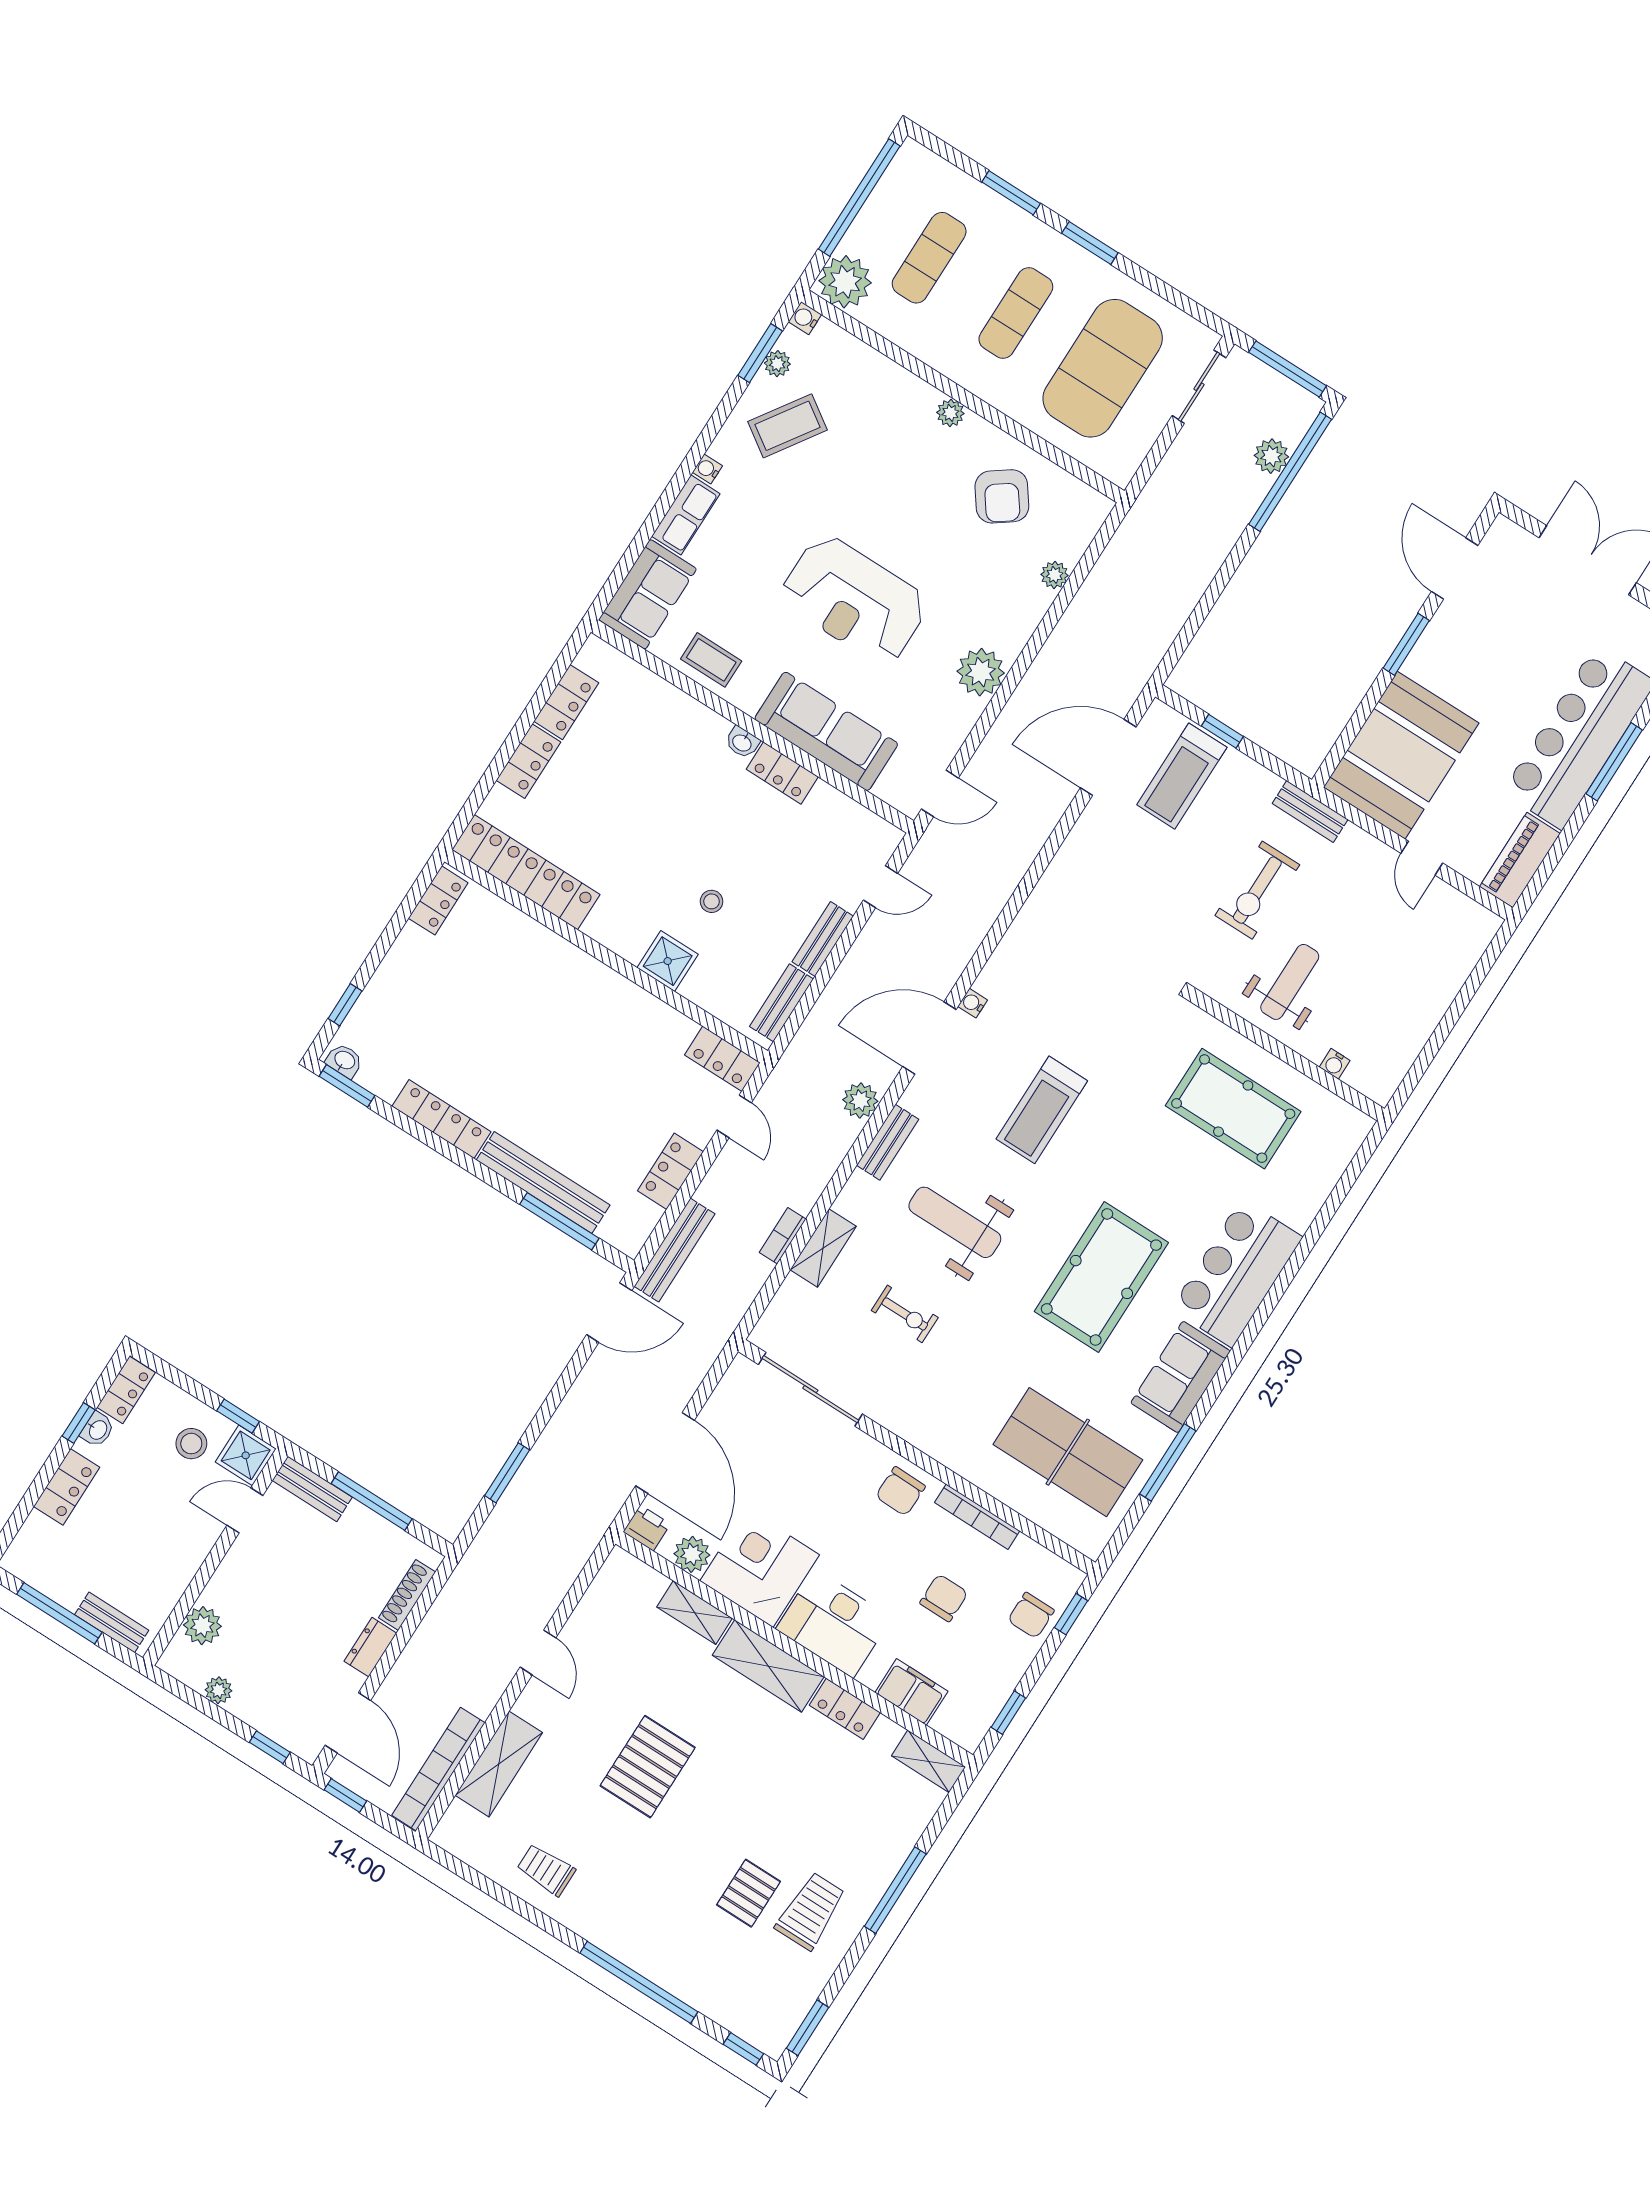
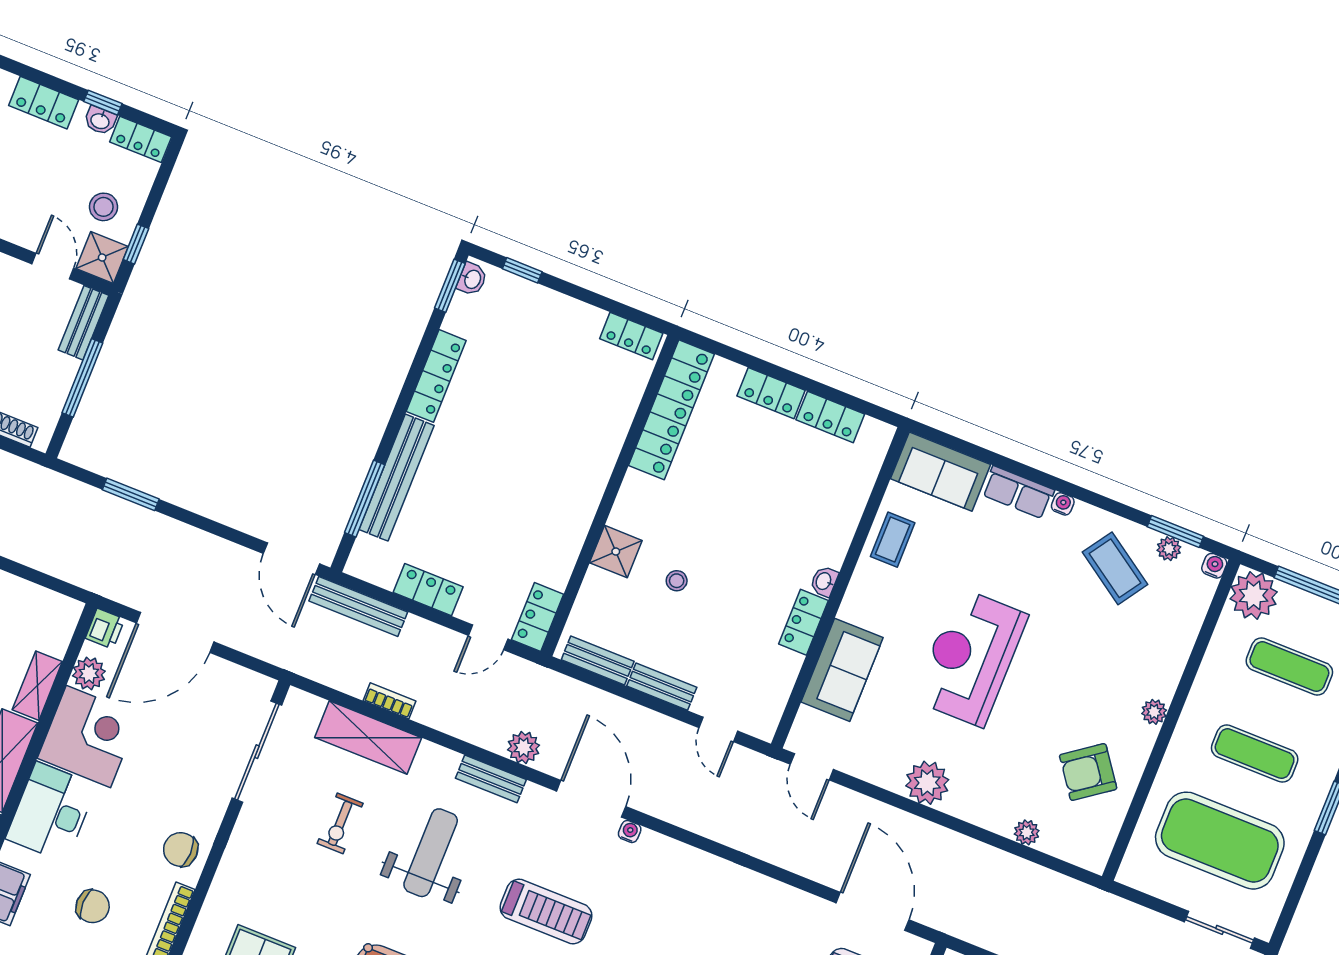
sofa: (826, 731) -> (842, 670), width x0.73
treadmill: (1042, 1110) -> (546, 912), turned 180
shelving: (823, 1248) -> (368, 738), width x1.50, depth x1.33

